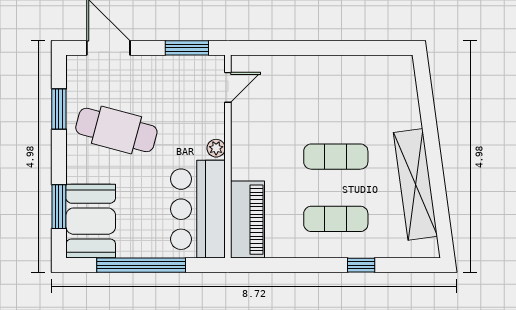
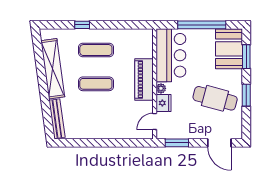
bench: (408, 92) -> (57, 119), added
window: (59, 109) -> (246, 95), moved
fridge: (211, 121) -> (164, 103), added
piano: (247, 220) -> (144, 79), moved

